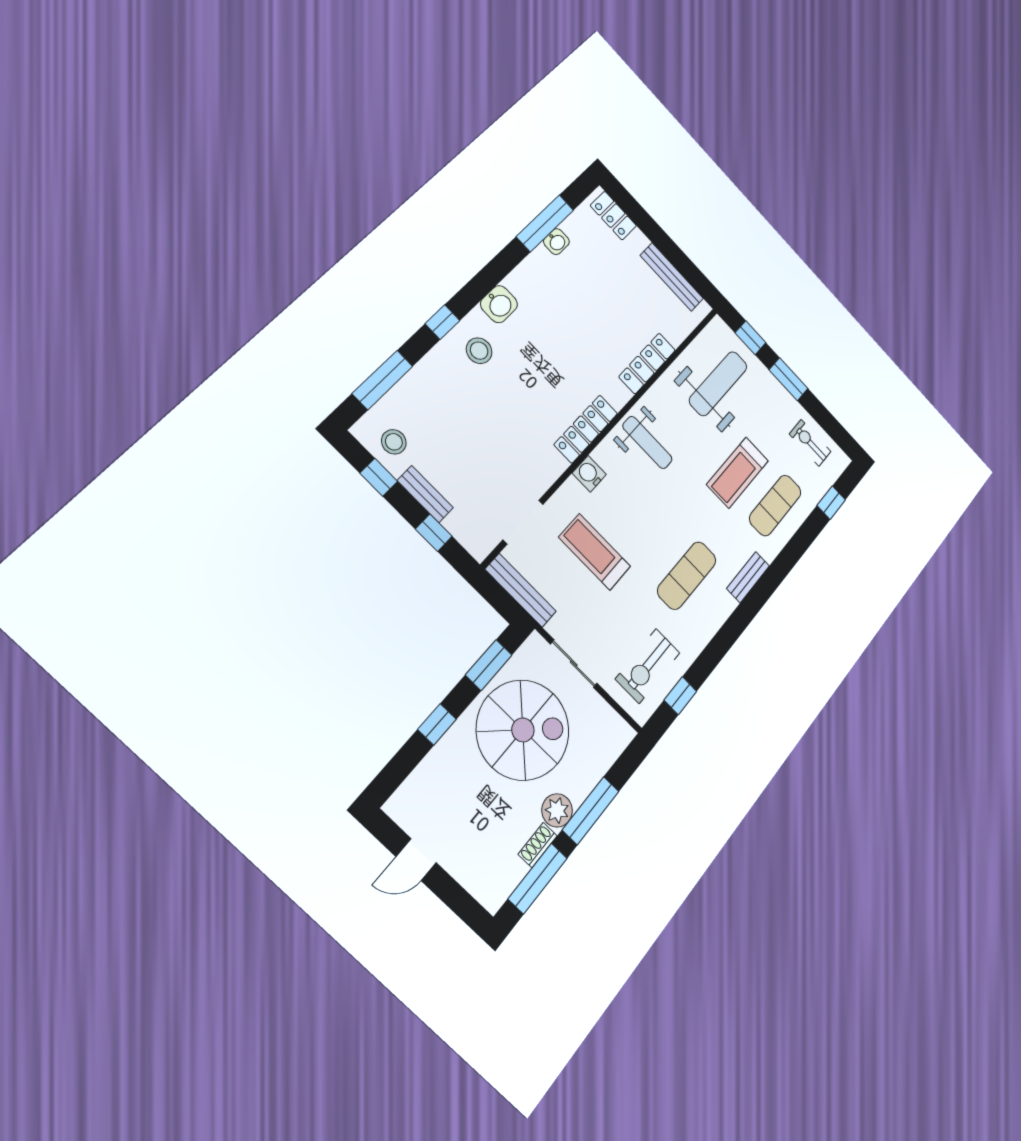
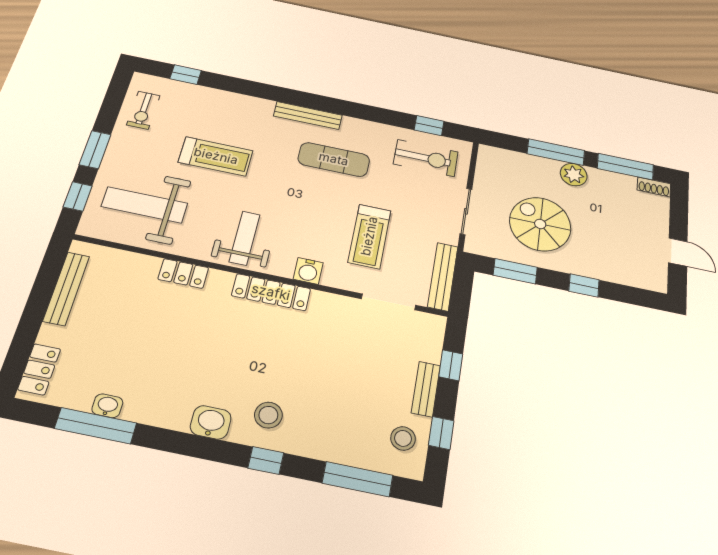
locker: (647, 363) -> (183, 273), width x0.66
exercise mat: (775, 505) -> (222, 116), removed
bench: (748, 577) -> (308, 116), width x1.36
spiral stairs: (523, 730) -> (540, 224), width x0.73, depth x0.73
shoe rack: (538, 845) -> (654, 187), moved

